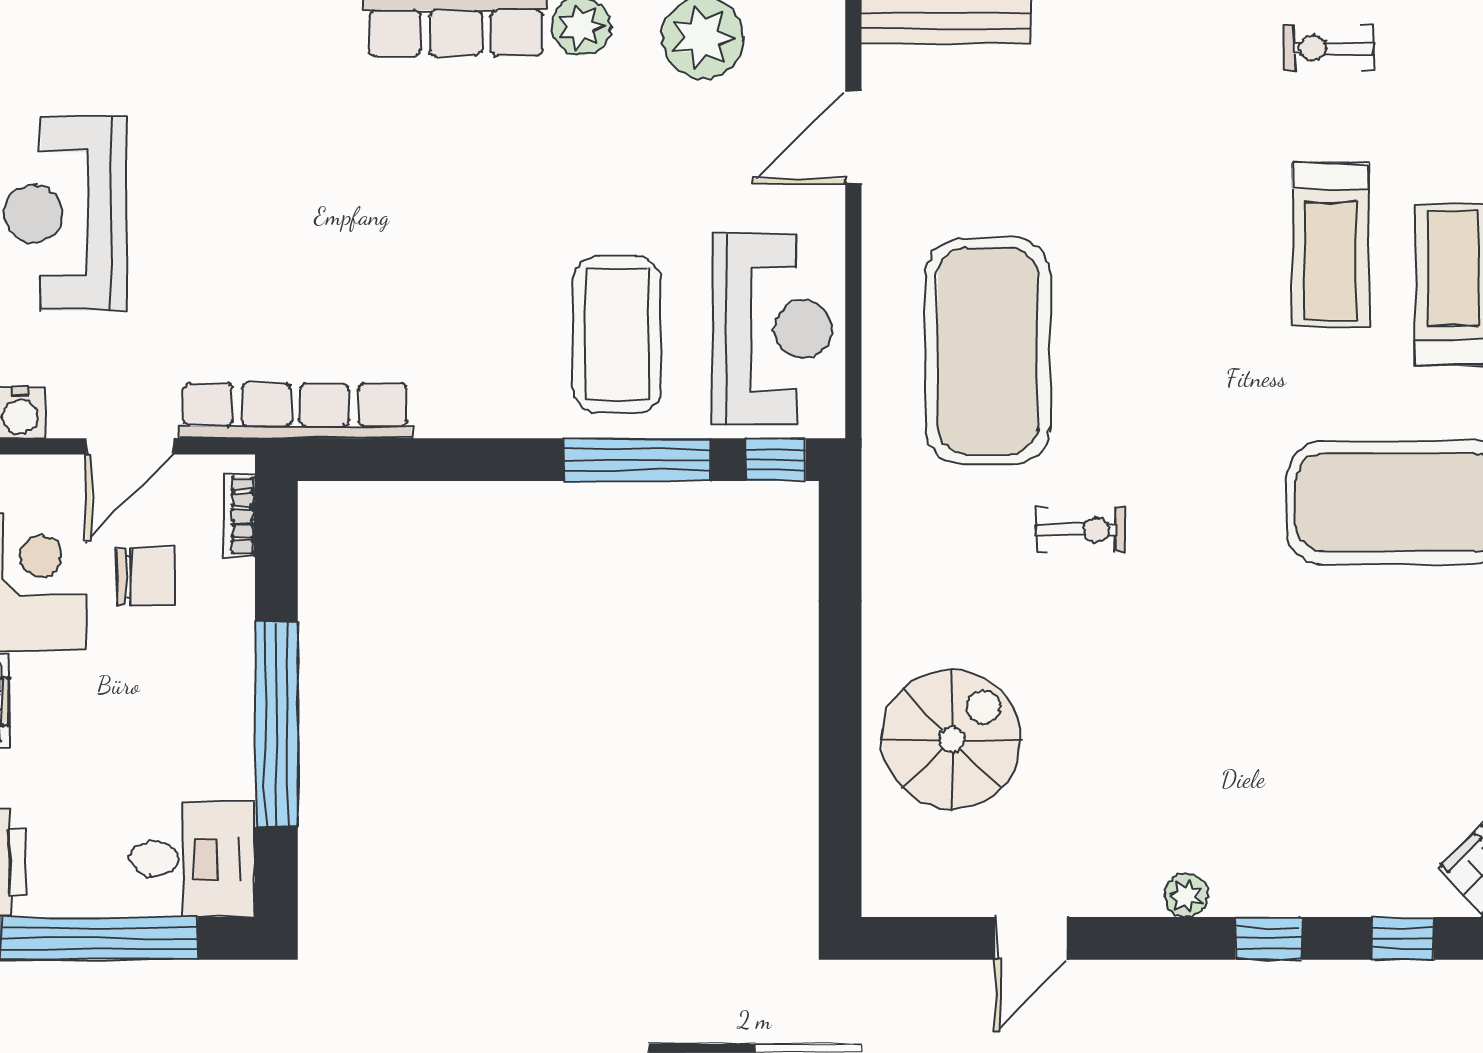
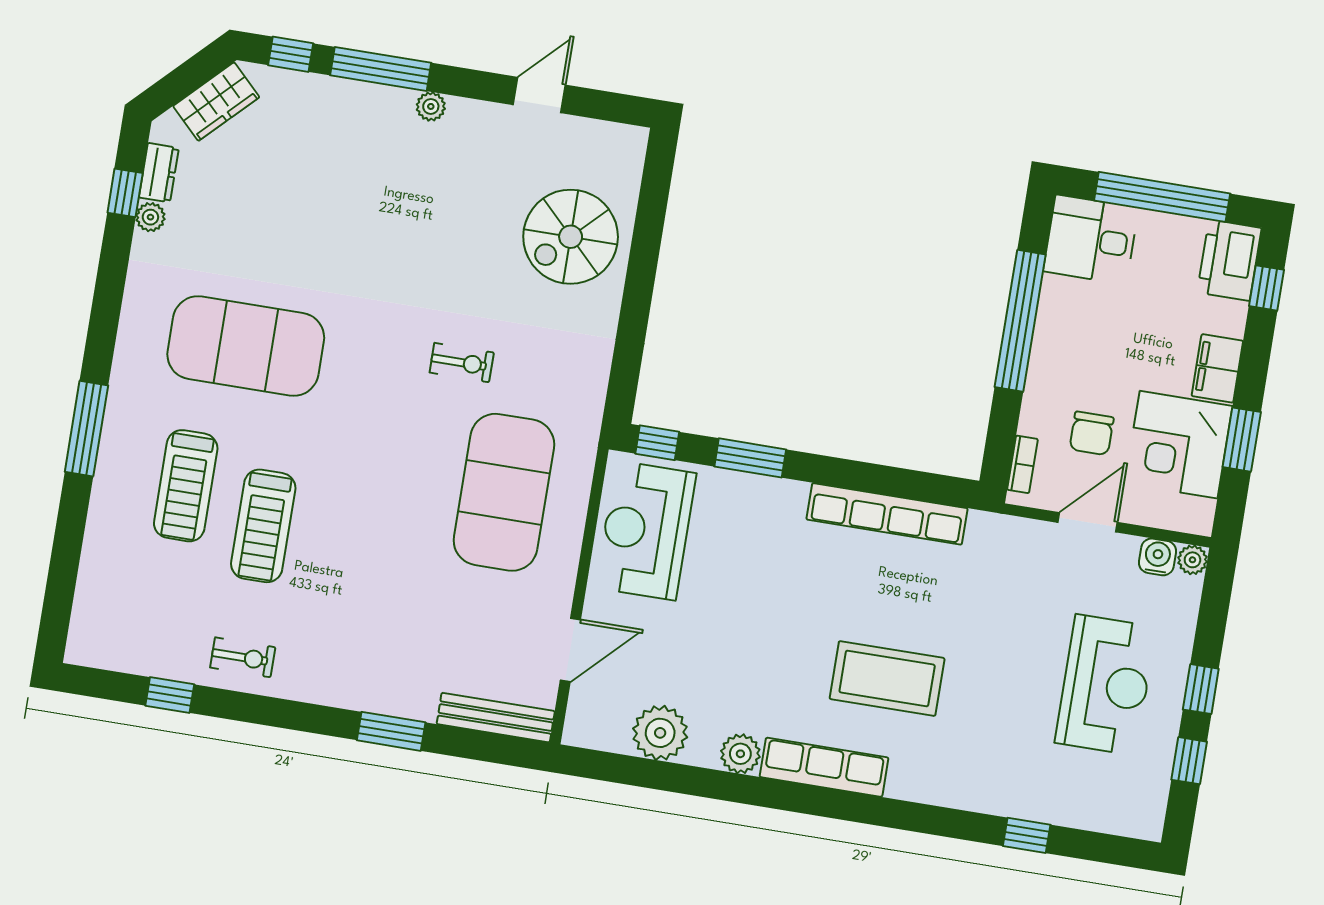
treadmill: (1330, 244) -> (263, 526), turned 180
coffee table: (617, 335) -> (887, 678), moved, turned 90
row of seats: (295, 411) -> (887, 514), moved
window: (637, 460) -> (750, 458), width x0.69
exercise bike: (1080, 530) -> (462, 363), turned 180
chair: (146, 577) -> (1092, 433), turned -90
window: (1268, 938) -> (381, 69), width x2.17

